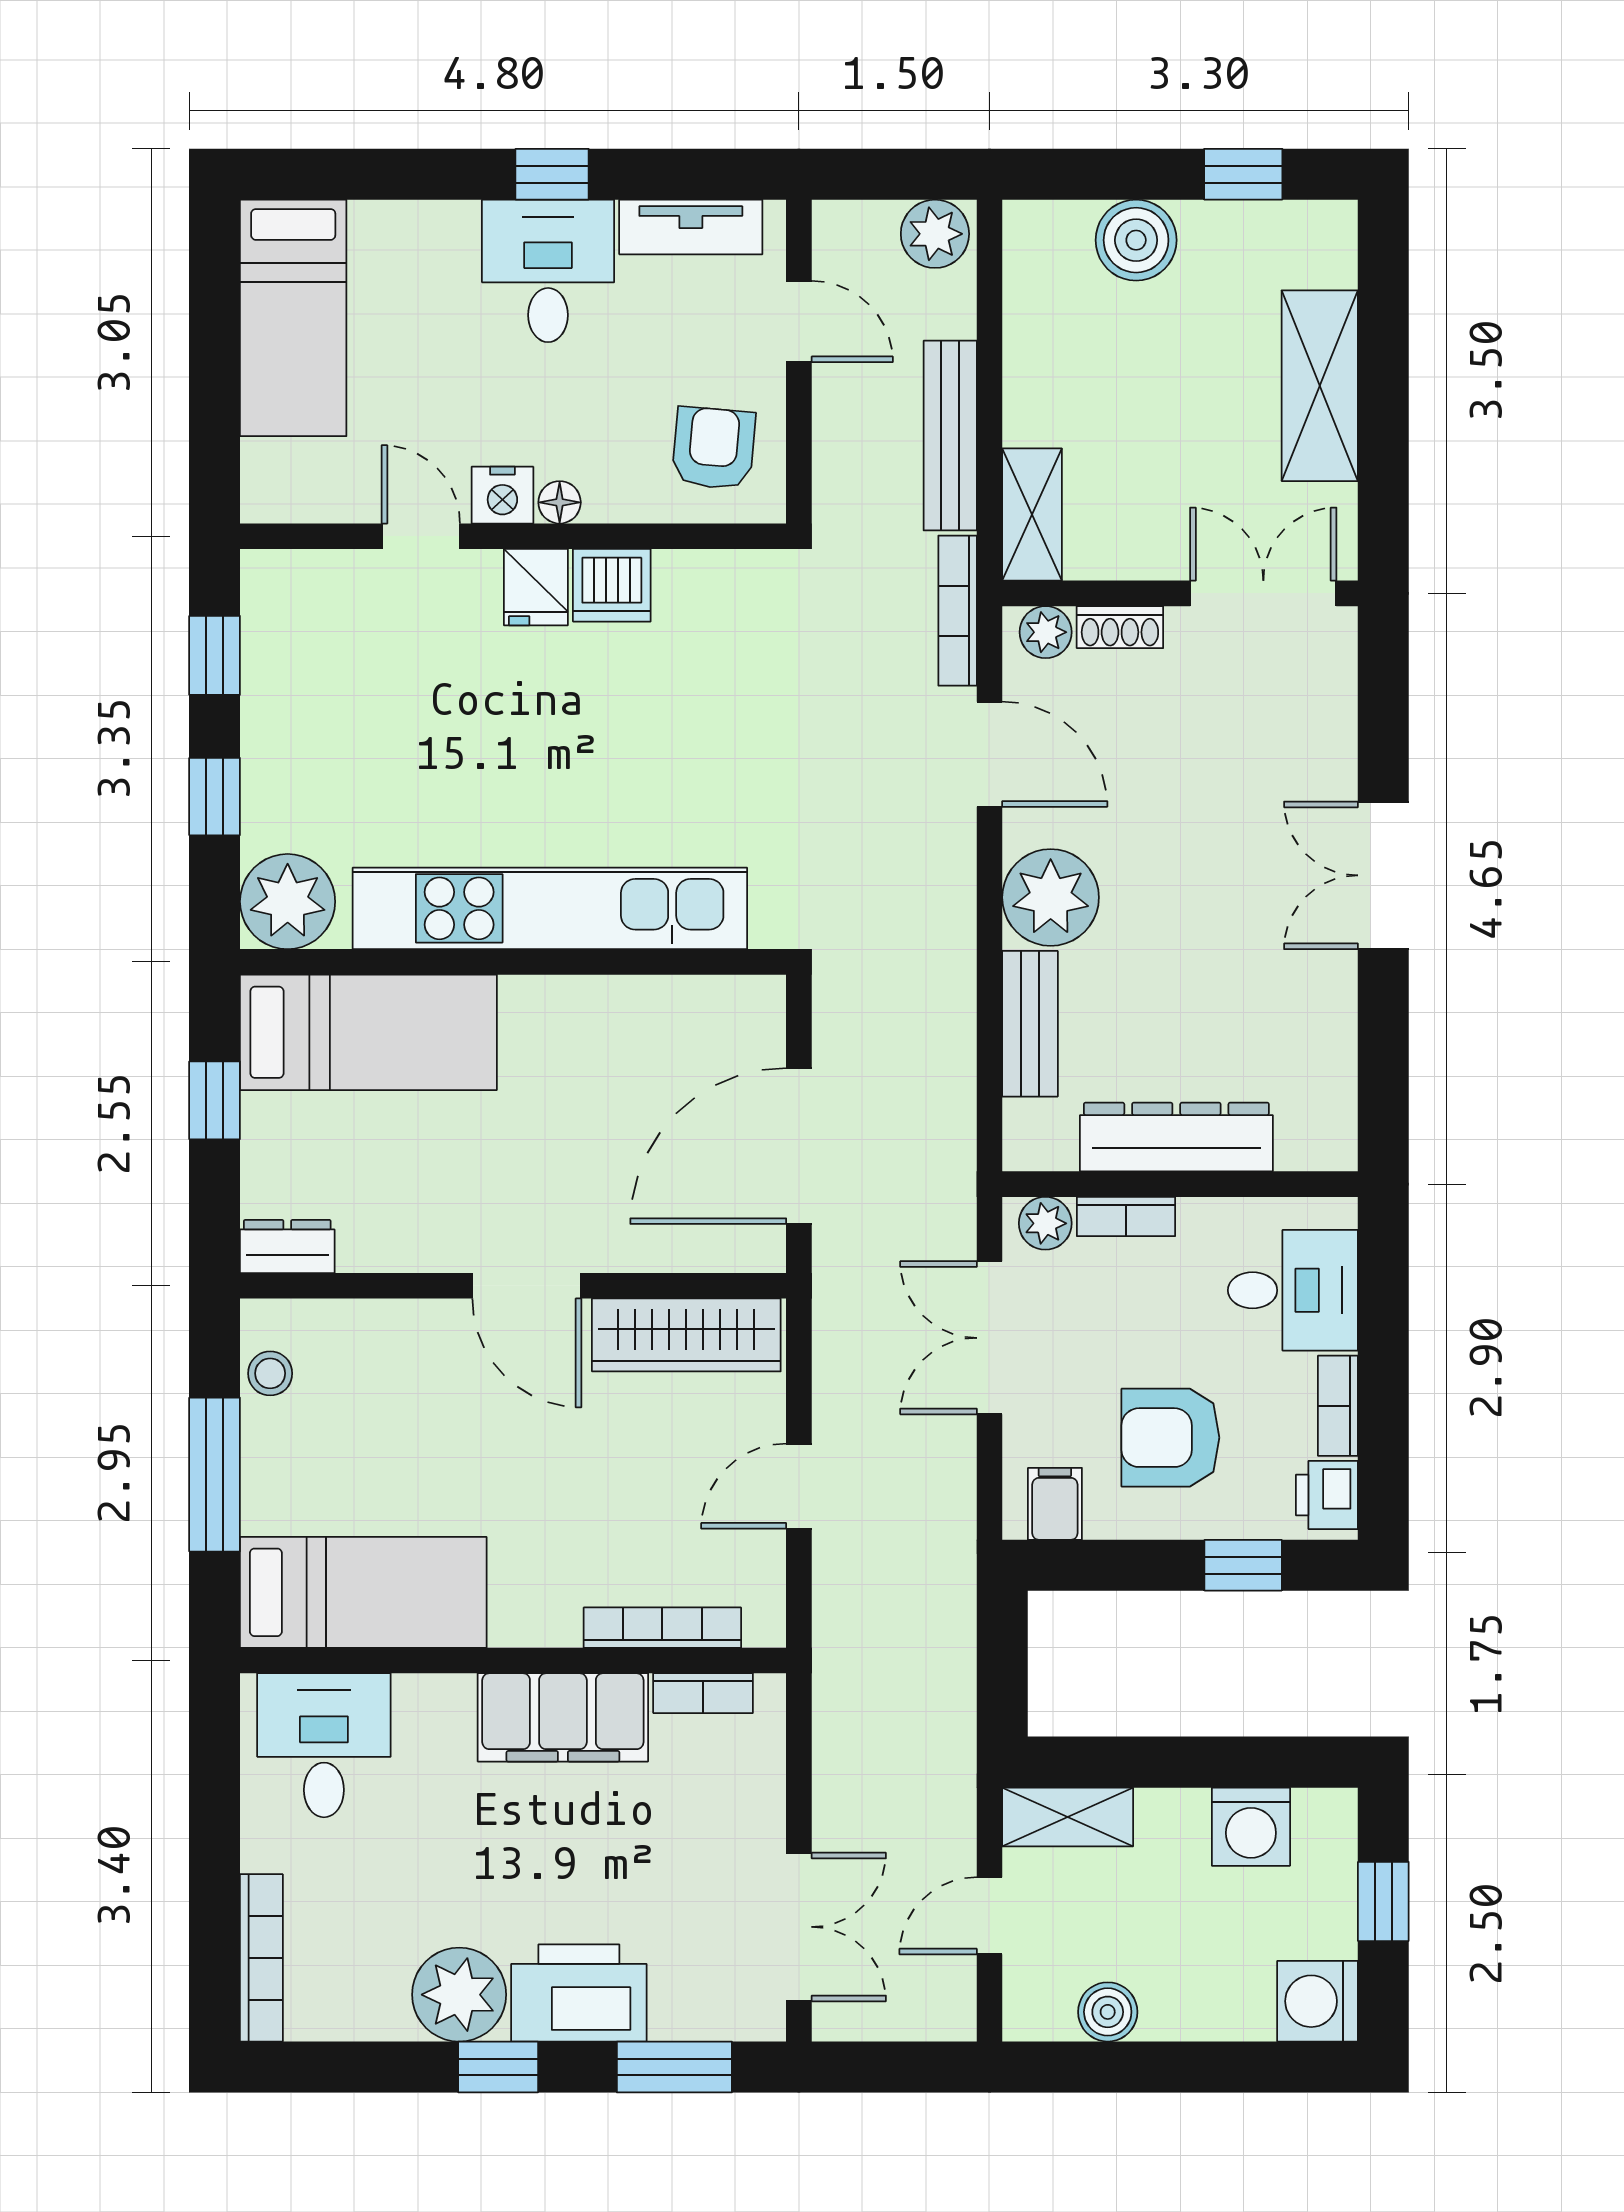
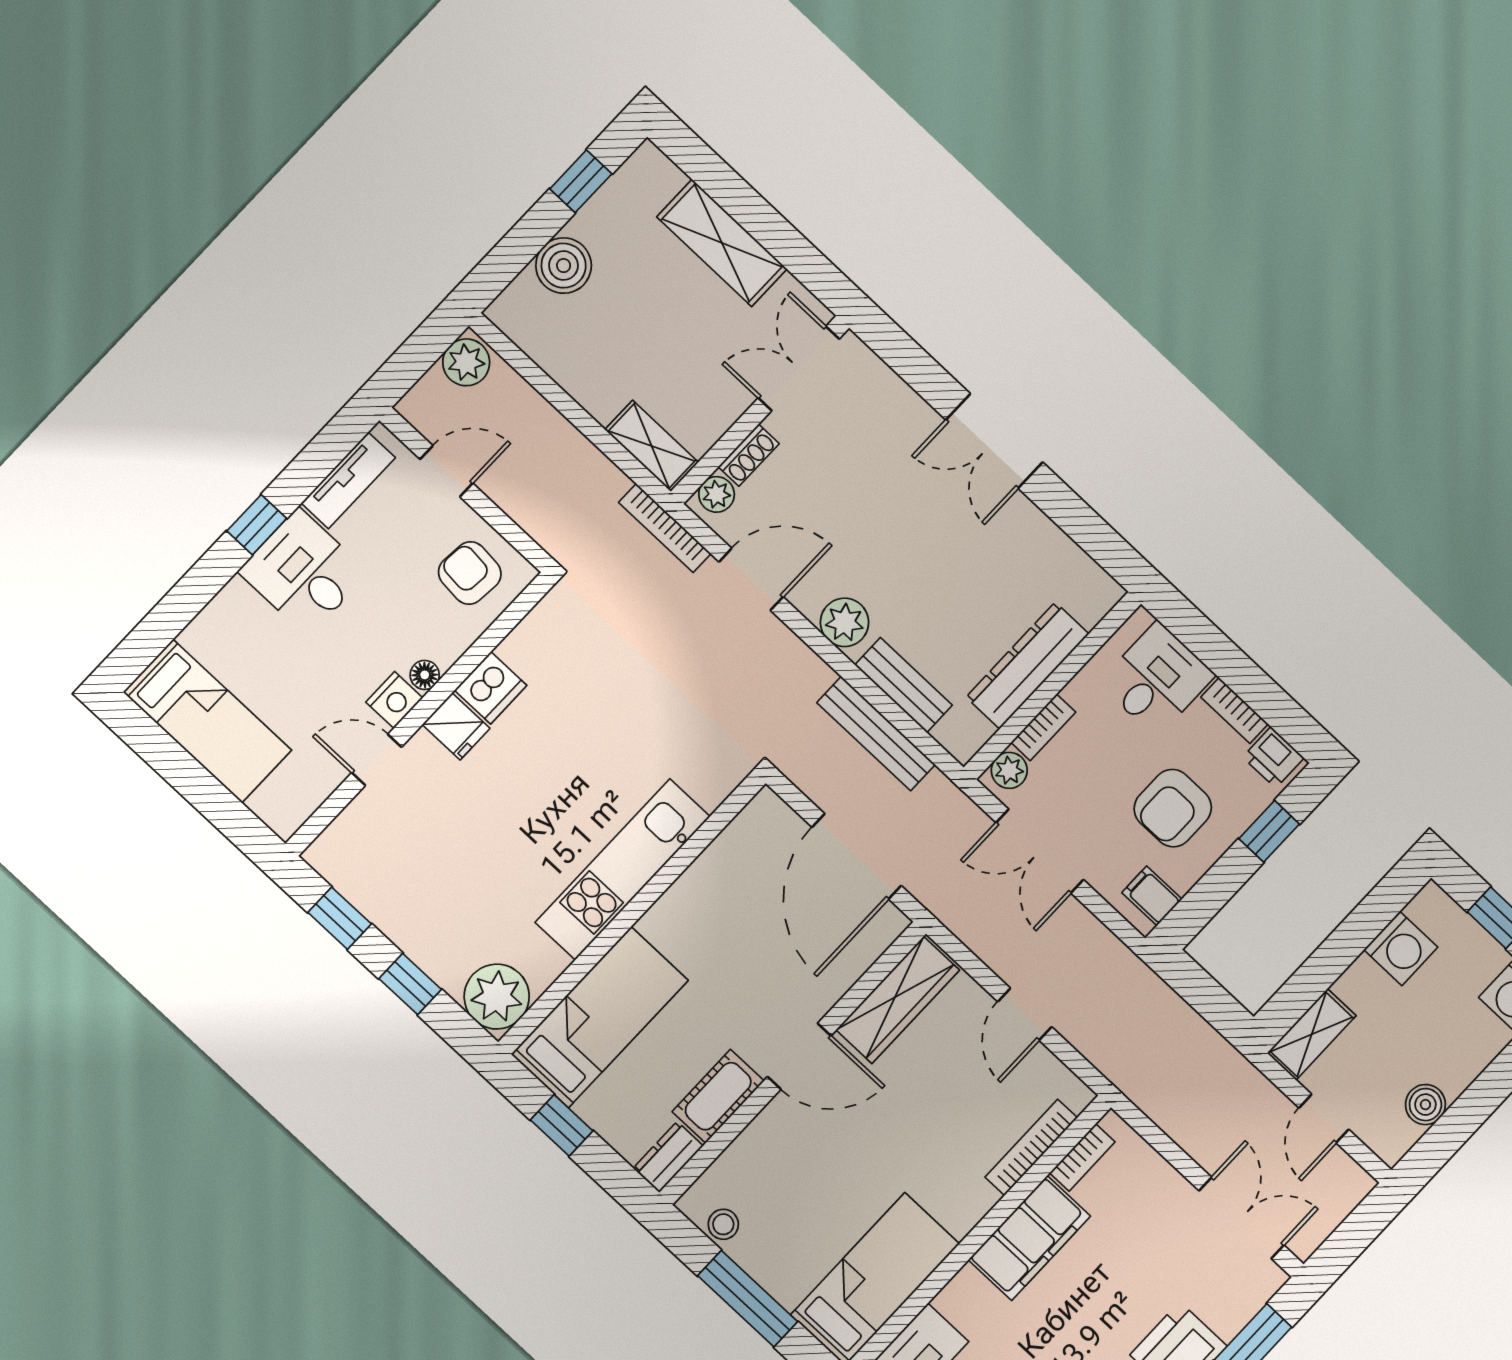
bench: (950, 436) -> (876, 734), moved
plant: (1051, 897) -> (845, 622), width x0.73, depth x0.73
kitchen unit: (550, 908) -> (623, 869), width x0.73
cot: (402, 1239) -> (718, 1096), added

